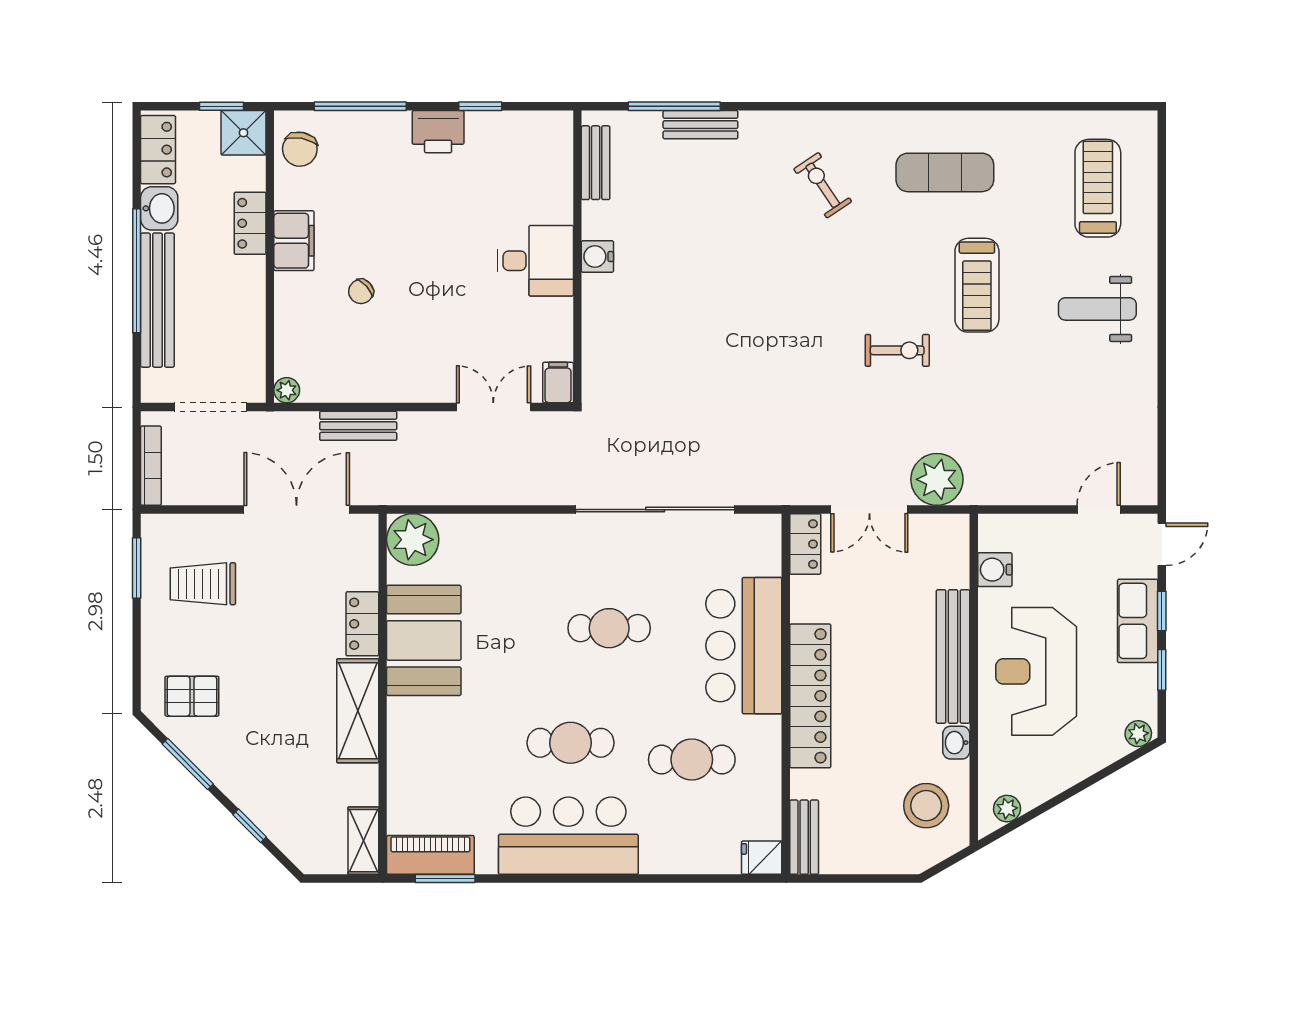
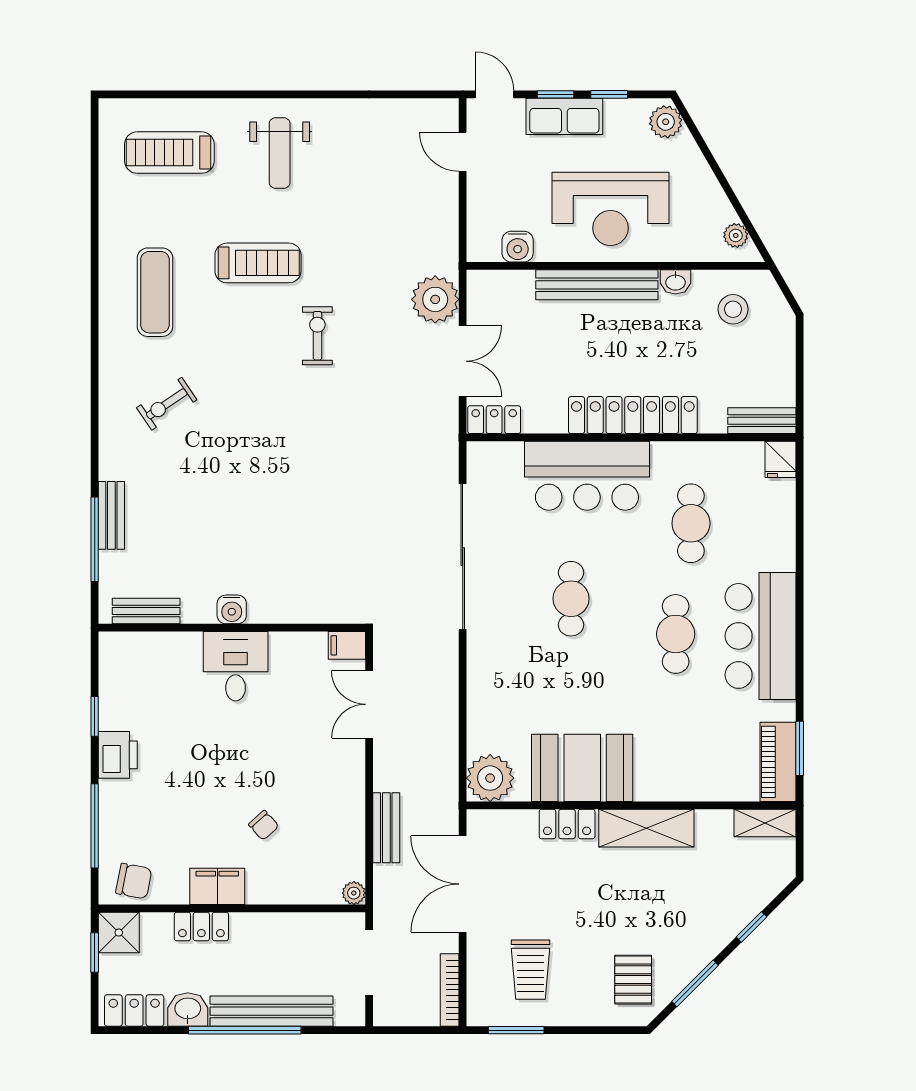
bookcase: (151, 466) -> (450, 990), moved, turned -90
plant: (1138, 734) -> (666, 122), width x1.38, depth x1.38
stool: (926, 806) -> (733, 309), width x0.73, depth x0.73

